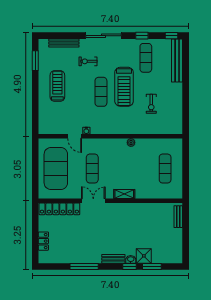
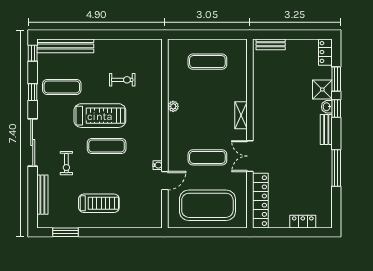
treadmill: (57, 86) -> (99, 203), turned 180
locker: (172, 258) -> (325, 52), added

